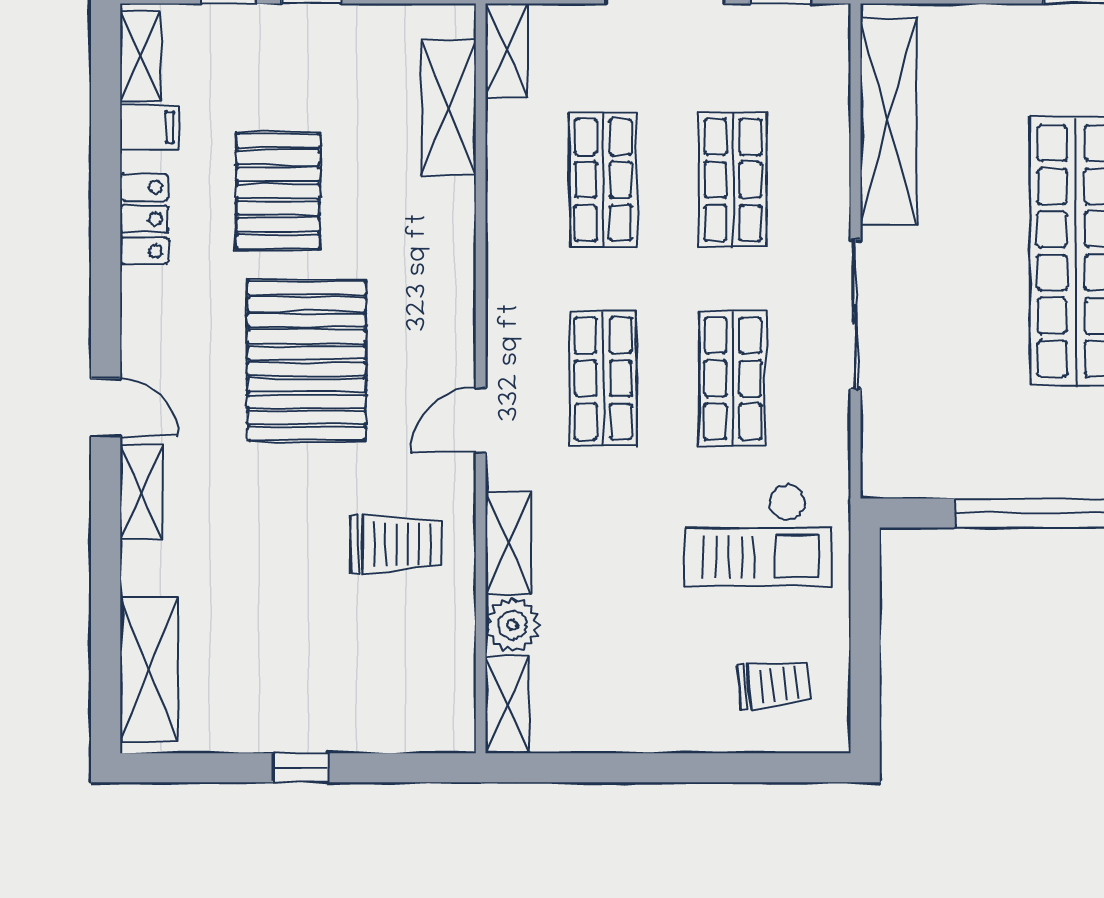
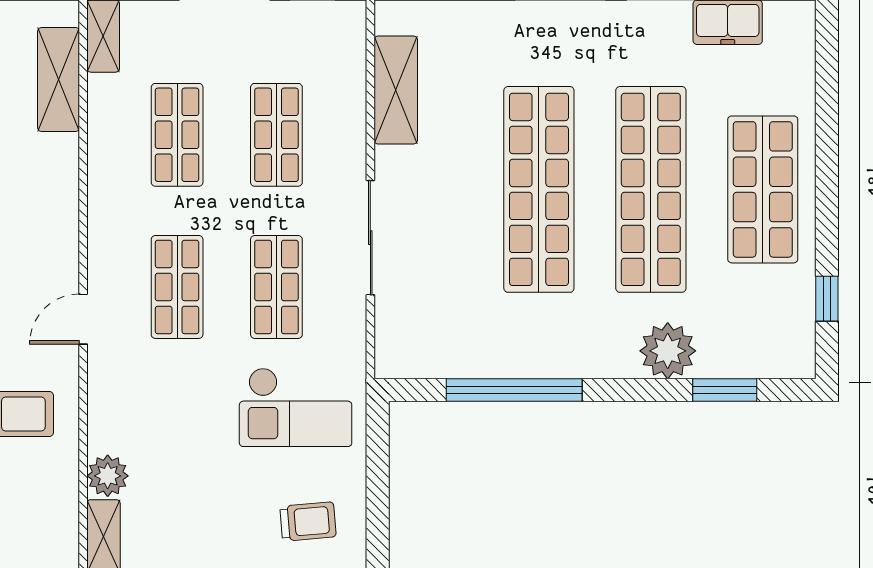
shelving: (889, 121) -> (396, 90), width x0.68
shelving: (508, 543) -> (104, 413), removed

